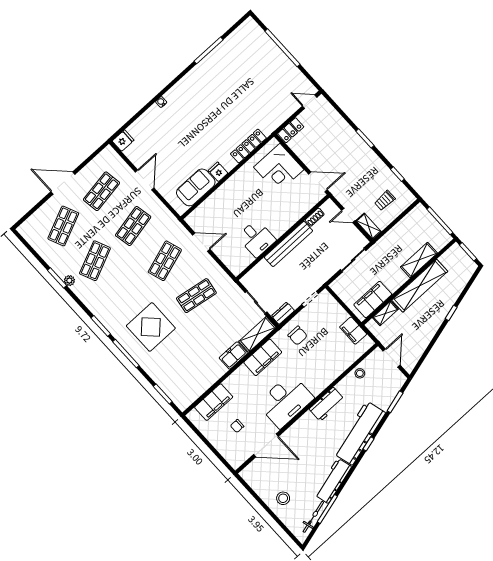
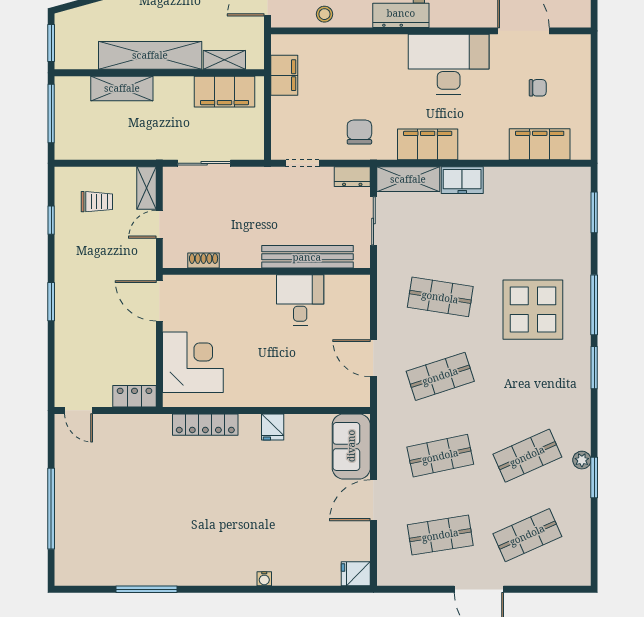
sofa: (196, 187) -> (351, 446), moved, turned 90
door: (348, 215) -> (159, 224), swing flipped
bench: (288, 244) -> (307, 257), moved

